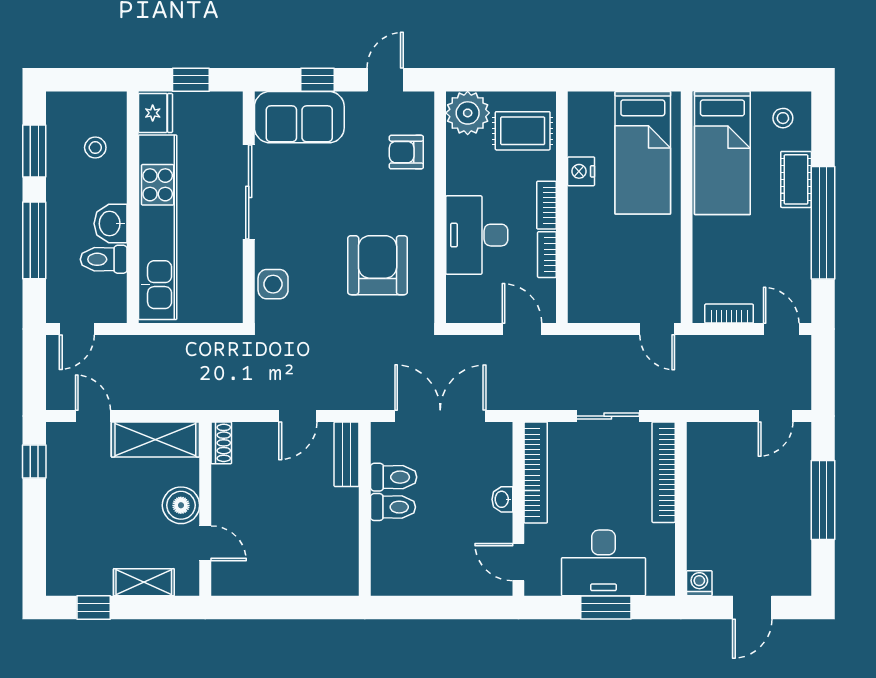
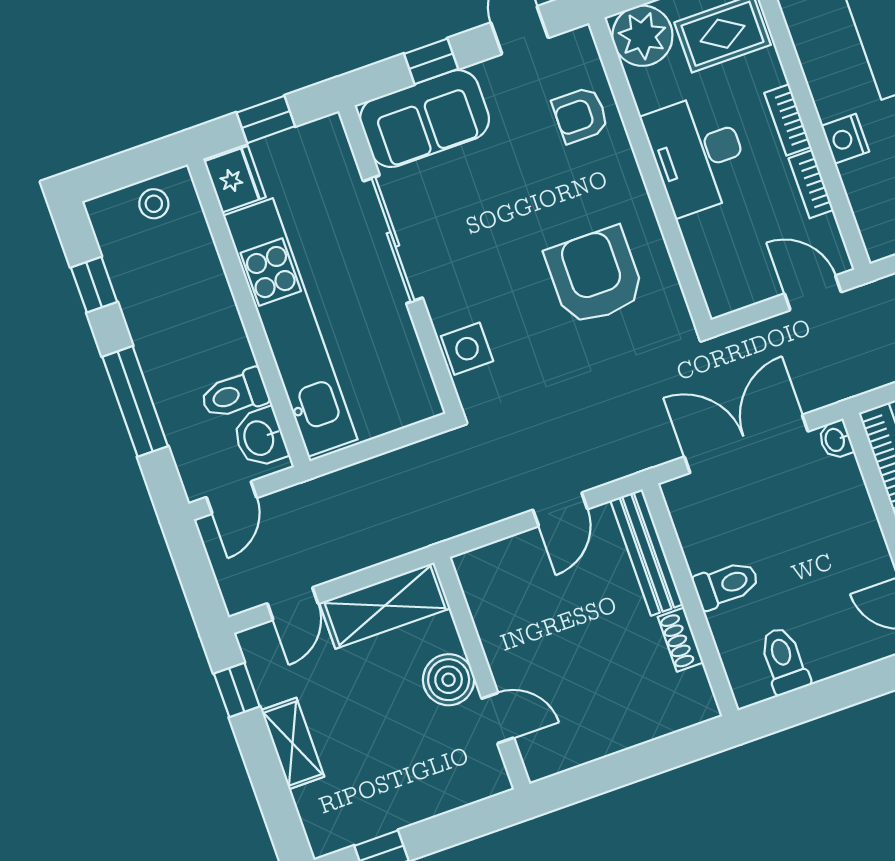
stool: (95, 148) -> (154, 204), moved
window: (34, 151) -> (94, 285), width x0.67
nightstand: (581, 171) -> (845, 139), moved
washbasin: (111, 224) -> (260, 438), moved
desk: (477, 235) -> (698, 154), moved
door: (93, 416) -> (293, 604), swing flipped
shoe rack: (221, 443) -> (681, 640), moved, turned 180
bench: (347, 454) -> (647, 552), width x1.36
toilet: (394, 477) -> (784, 661), moved, turned -90
washbasin: (502, 499) -> (836, 440), moved
shelving: (144, 582) -> (293, 743), moved, turned 90

